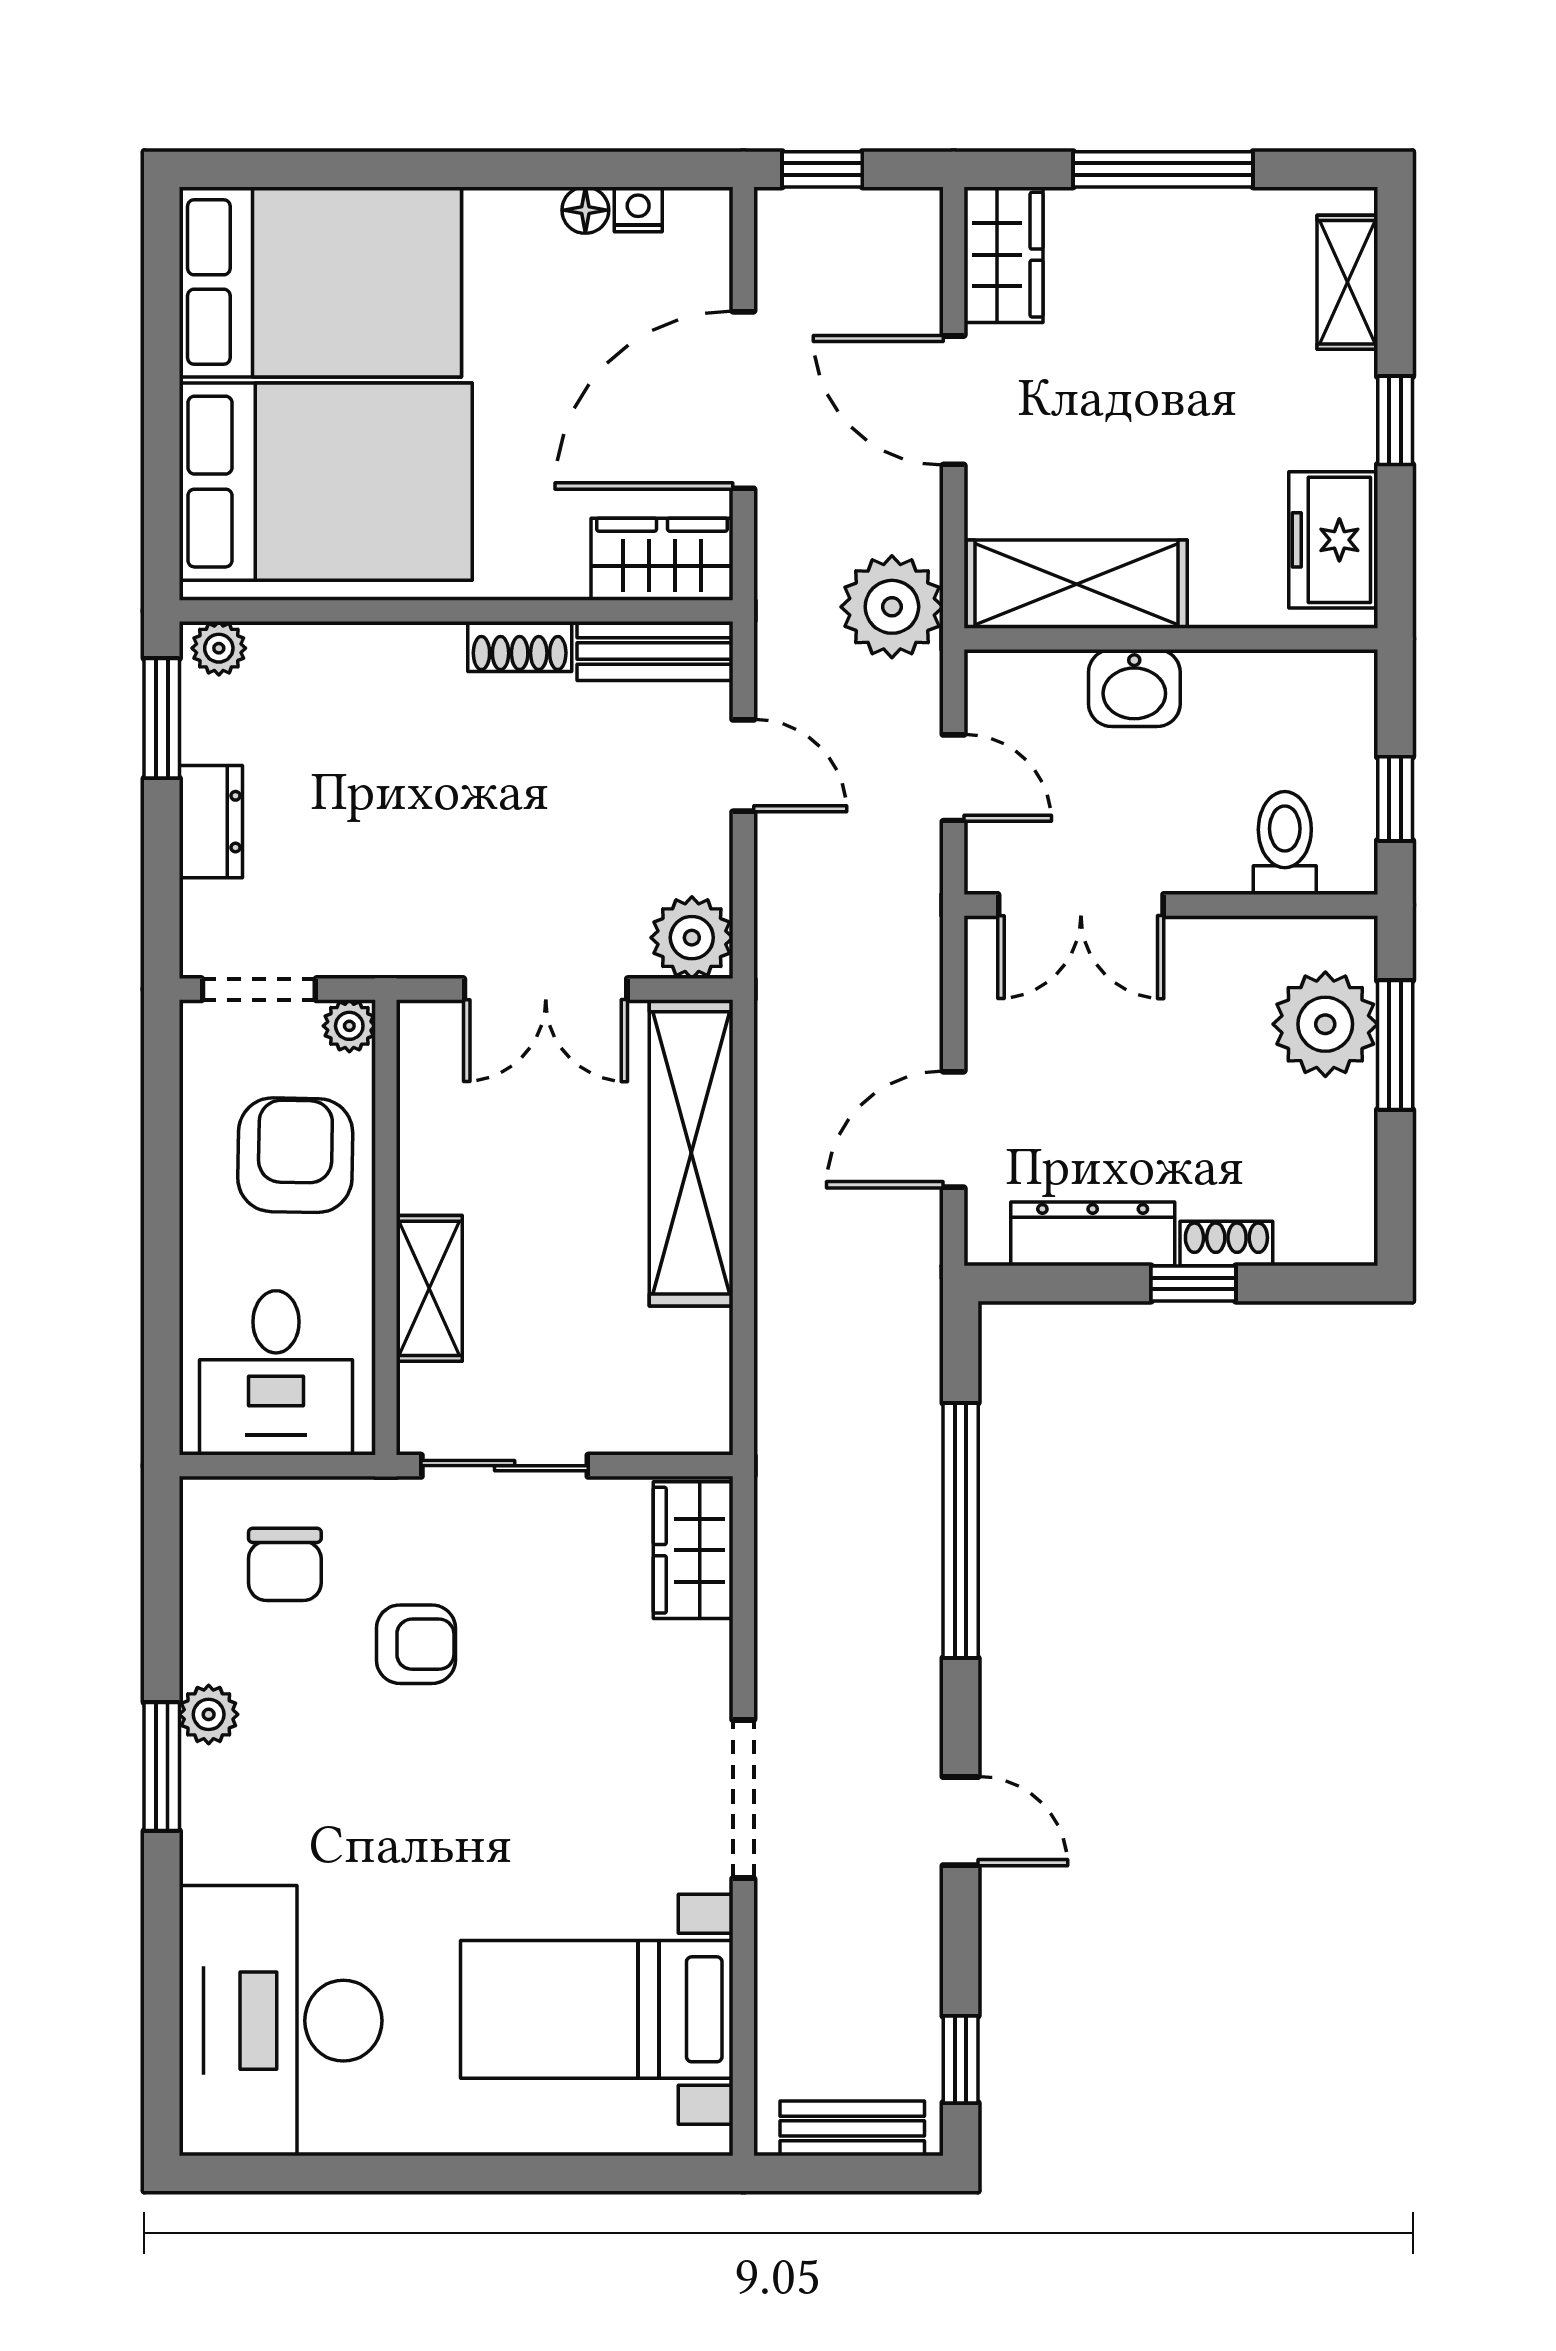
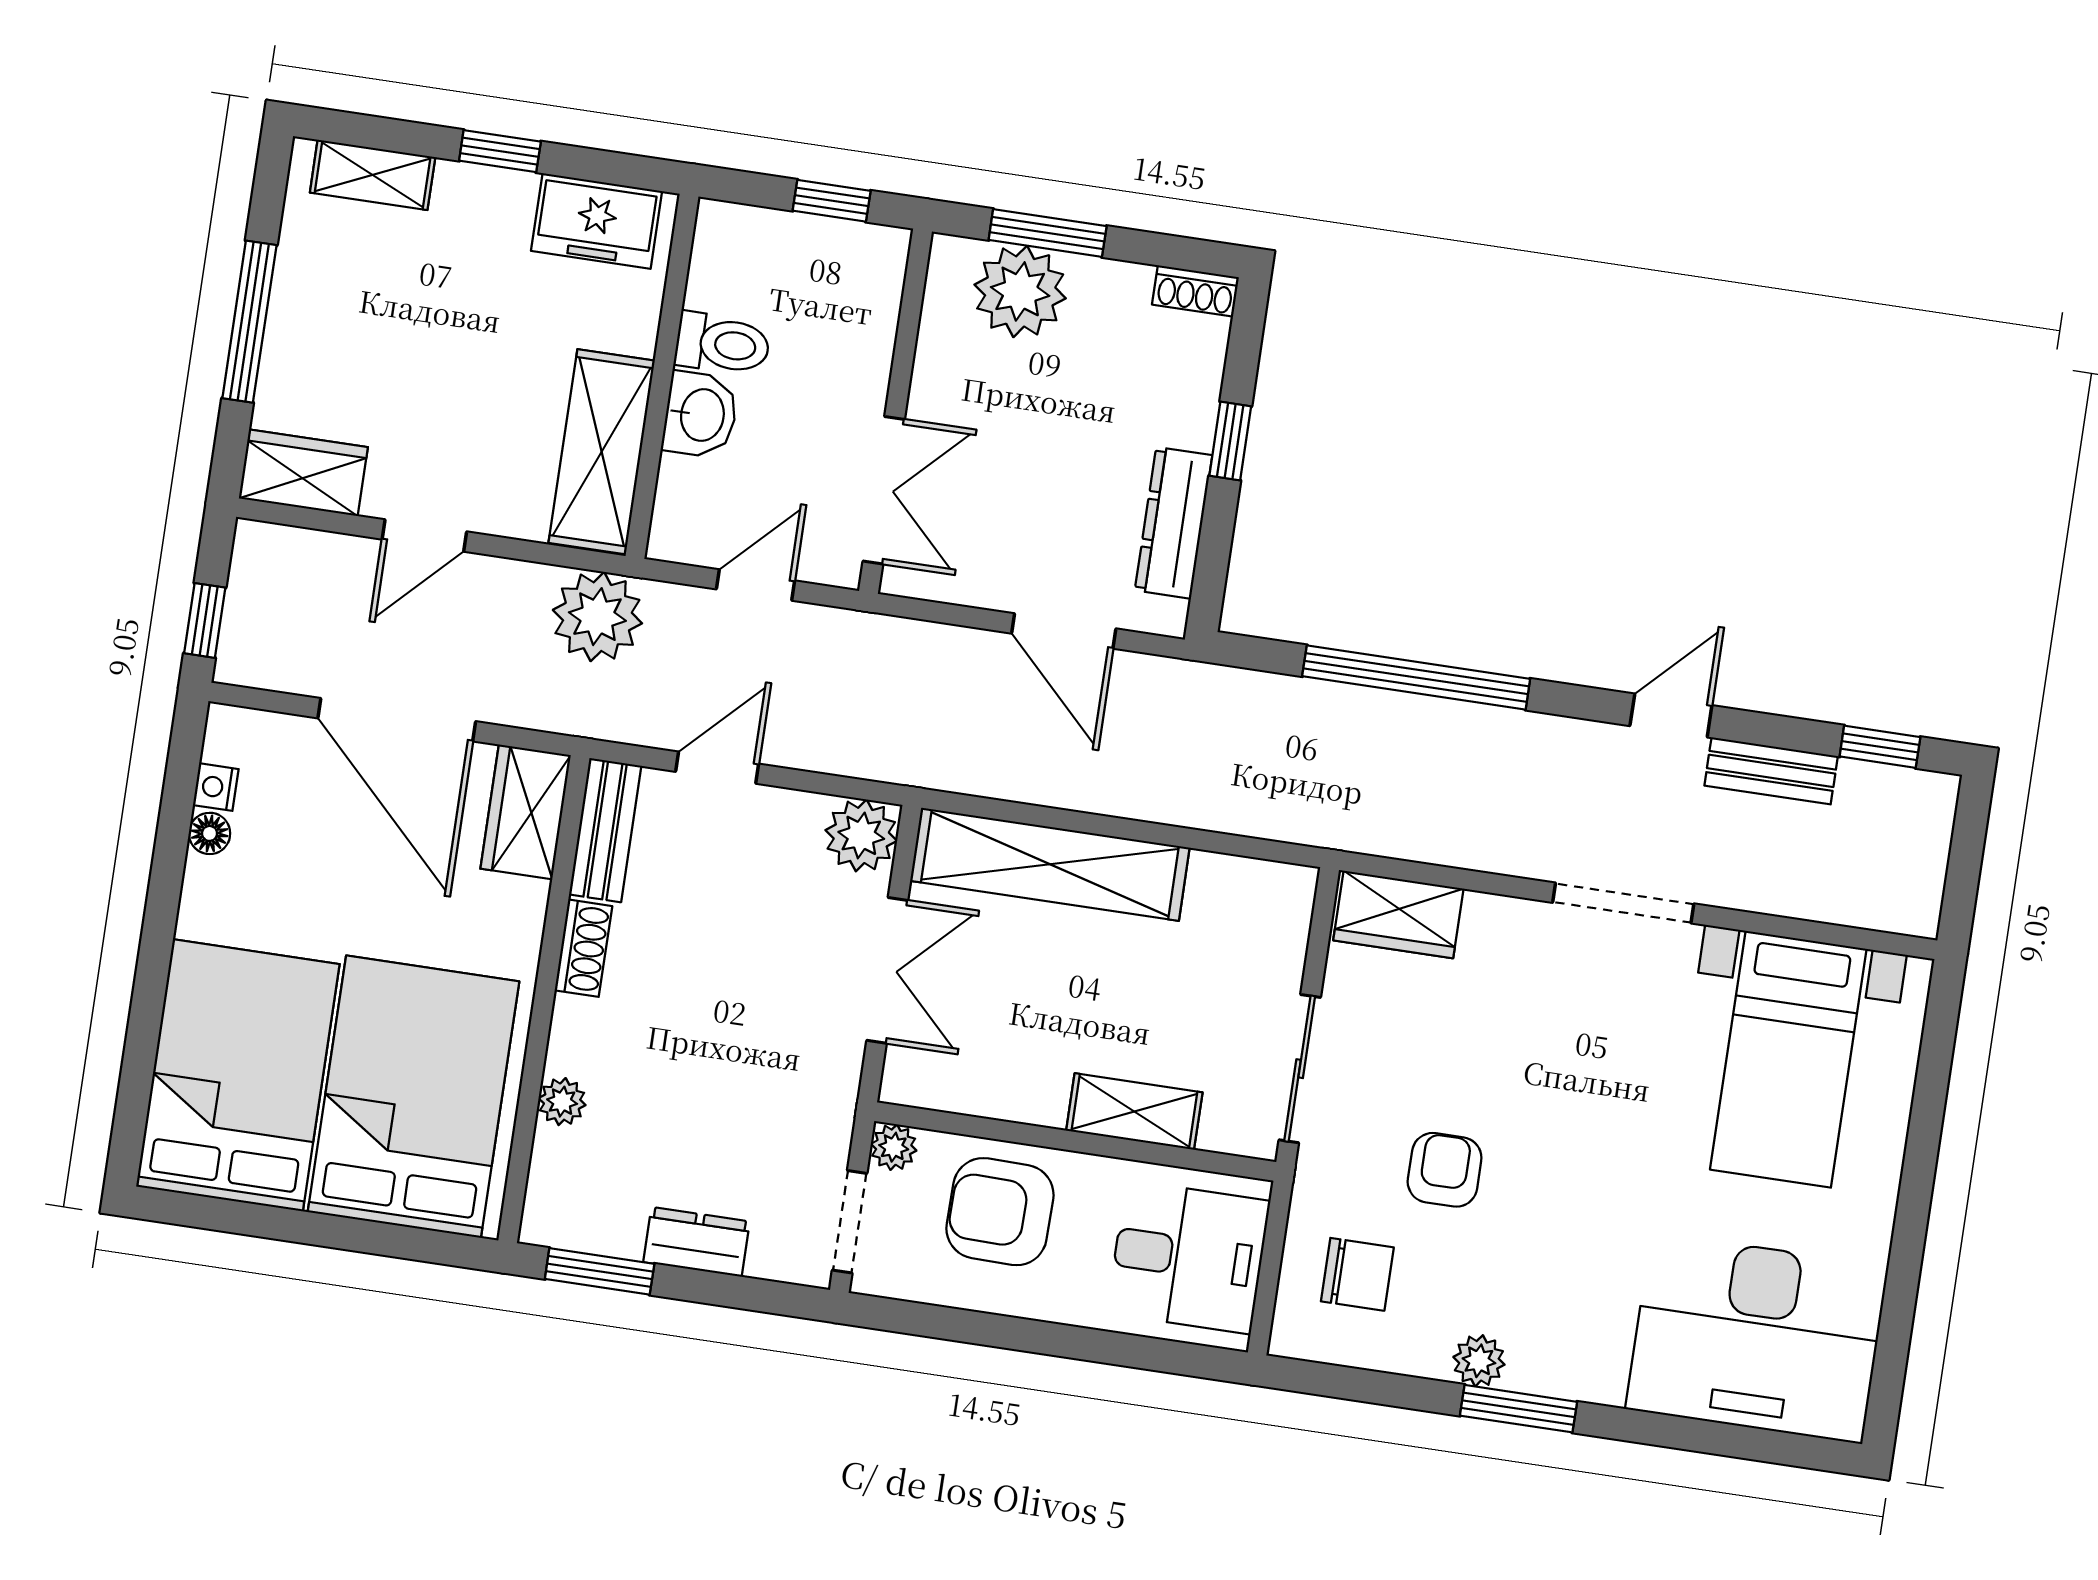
door: (954, 400) -> (424, 536), width x0.73
plant: (219, 648) -> (562, 1102), moved
toilet: (1285, 843) -> (723, 344), moved, turned 180
shoe rack: (1226, 1244) -> (1195, 291), moved, turned -90
bench: (852, 2128) -> (1771, 771), moved, turned 90

